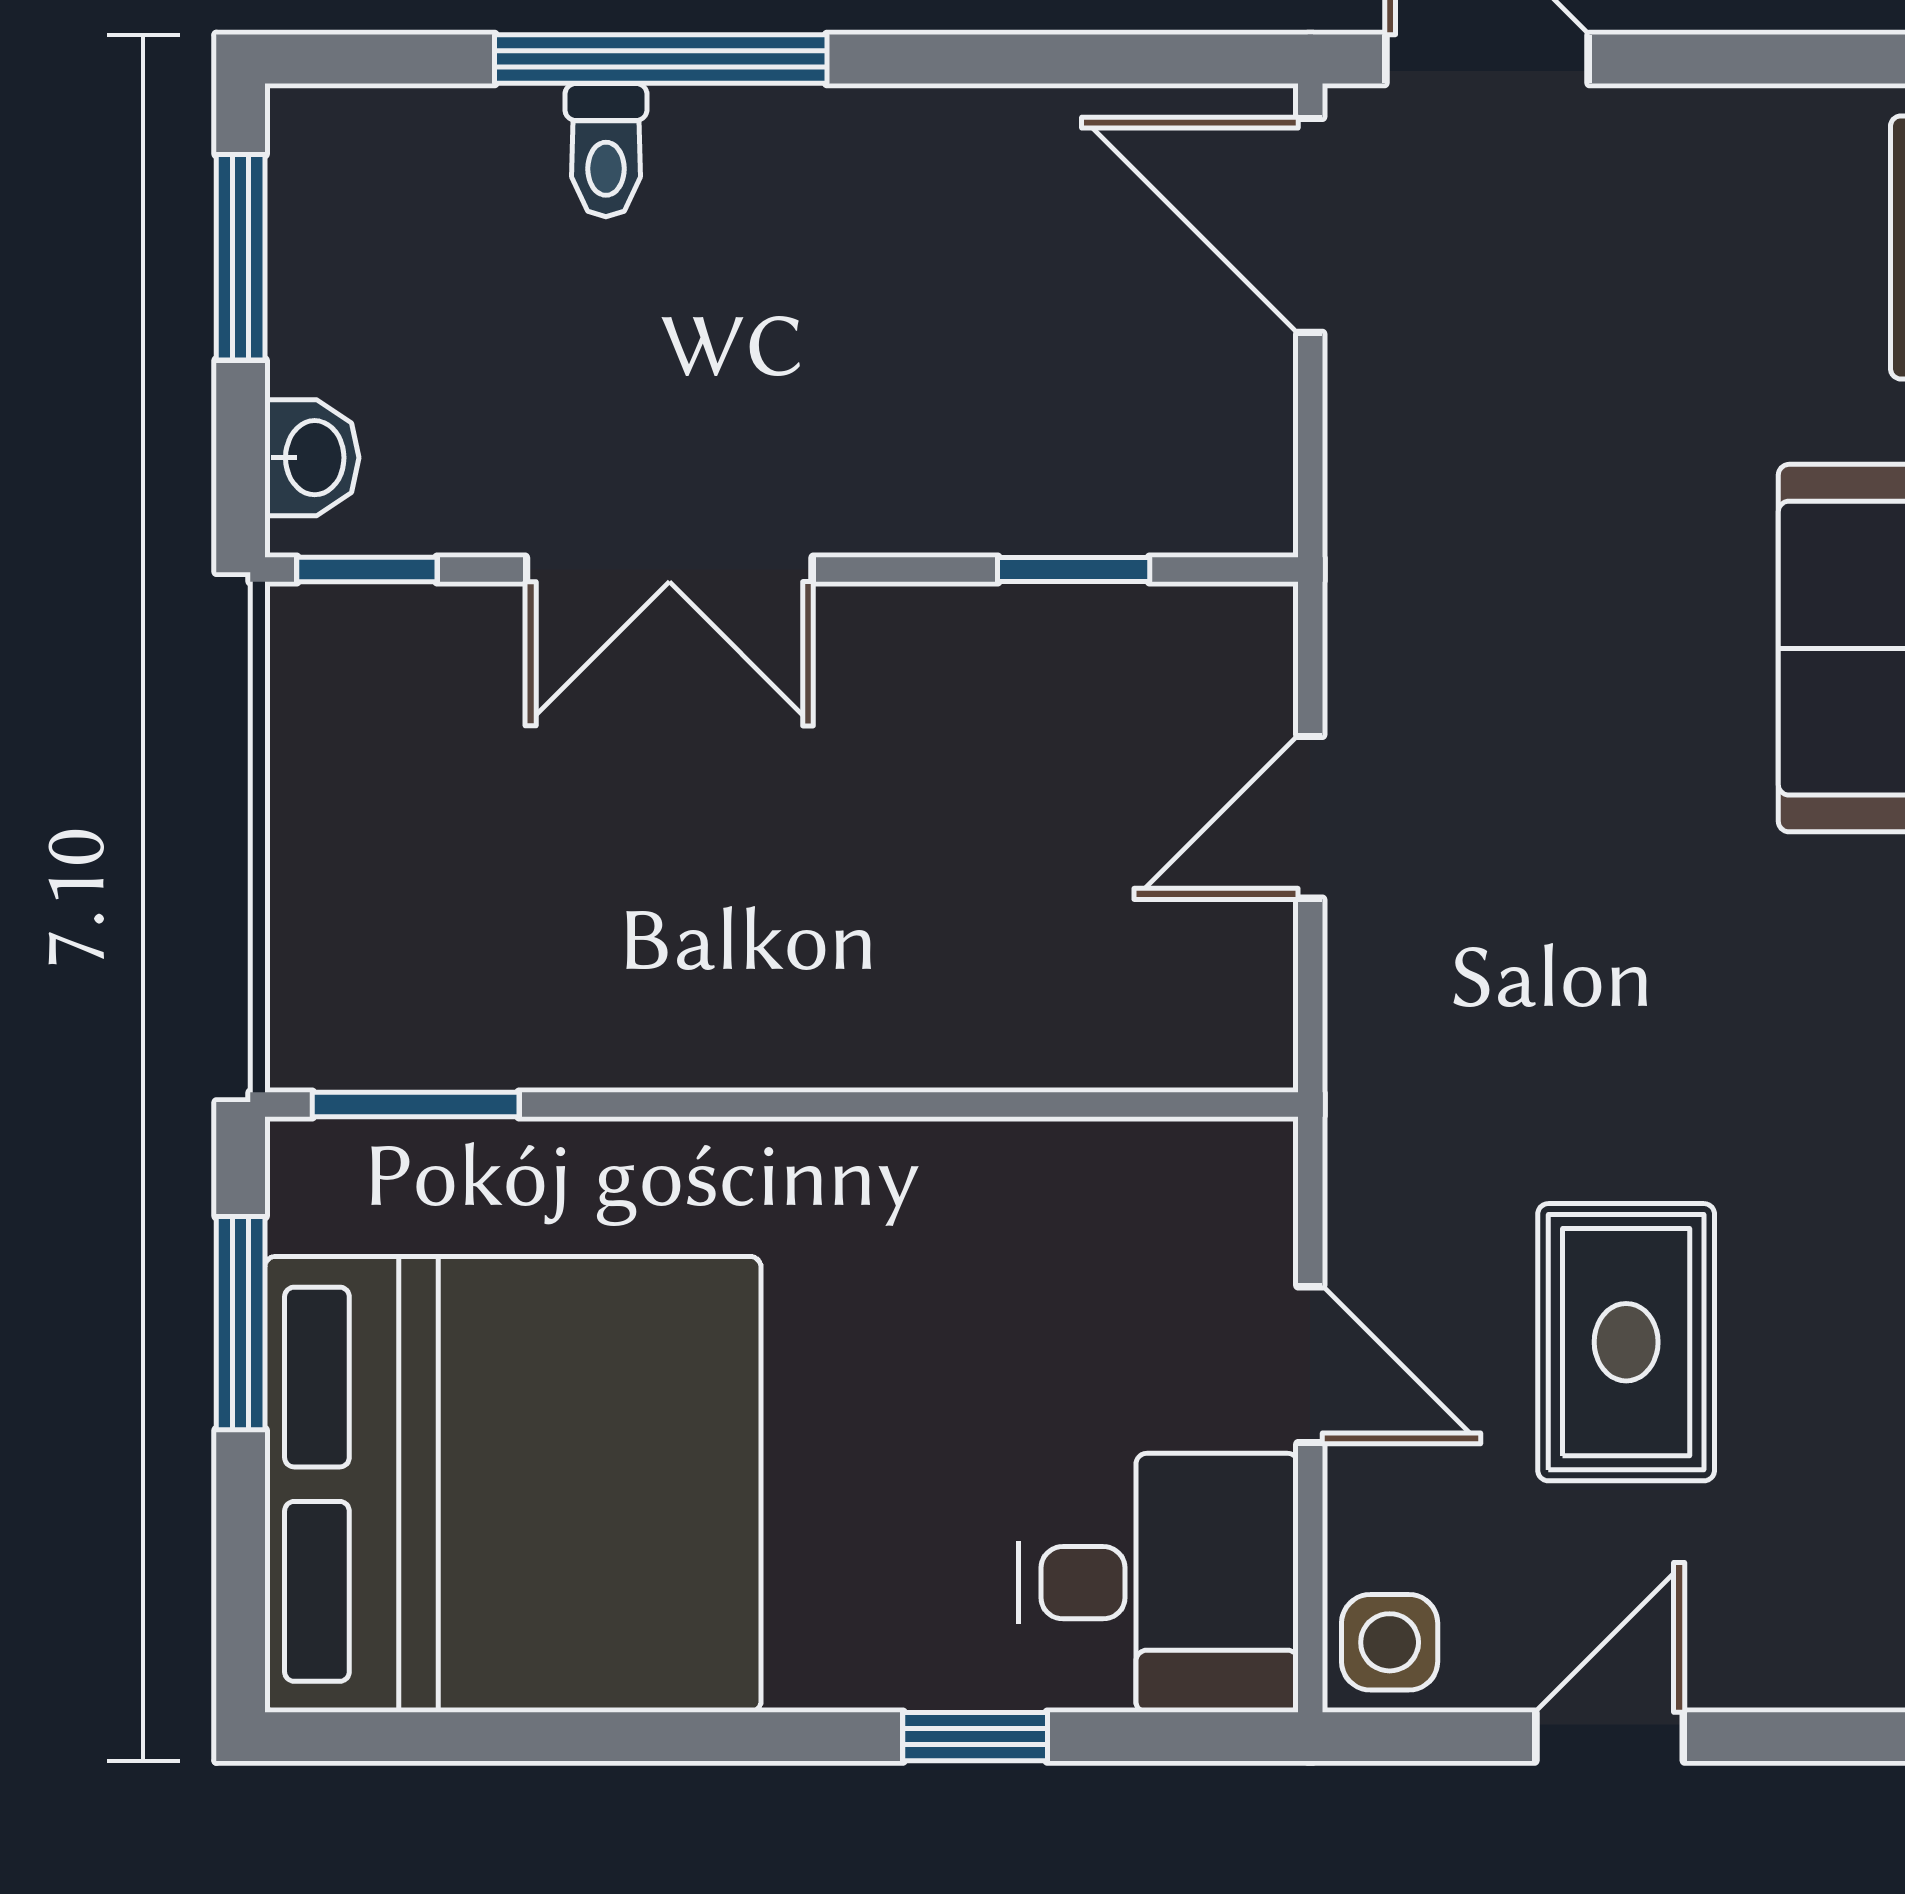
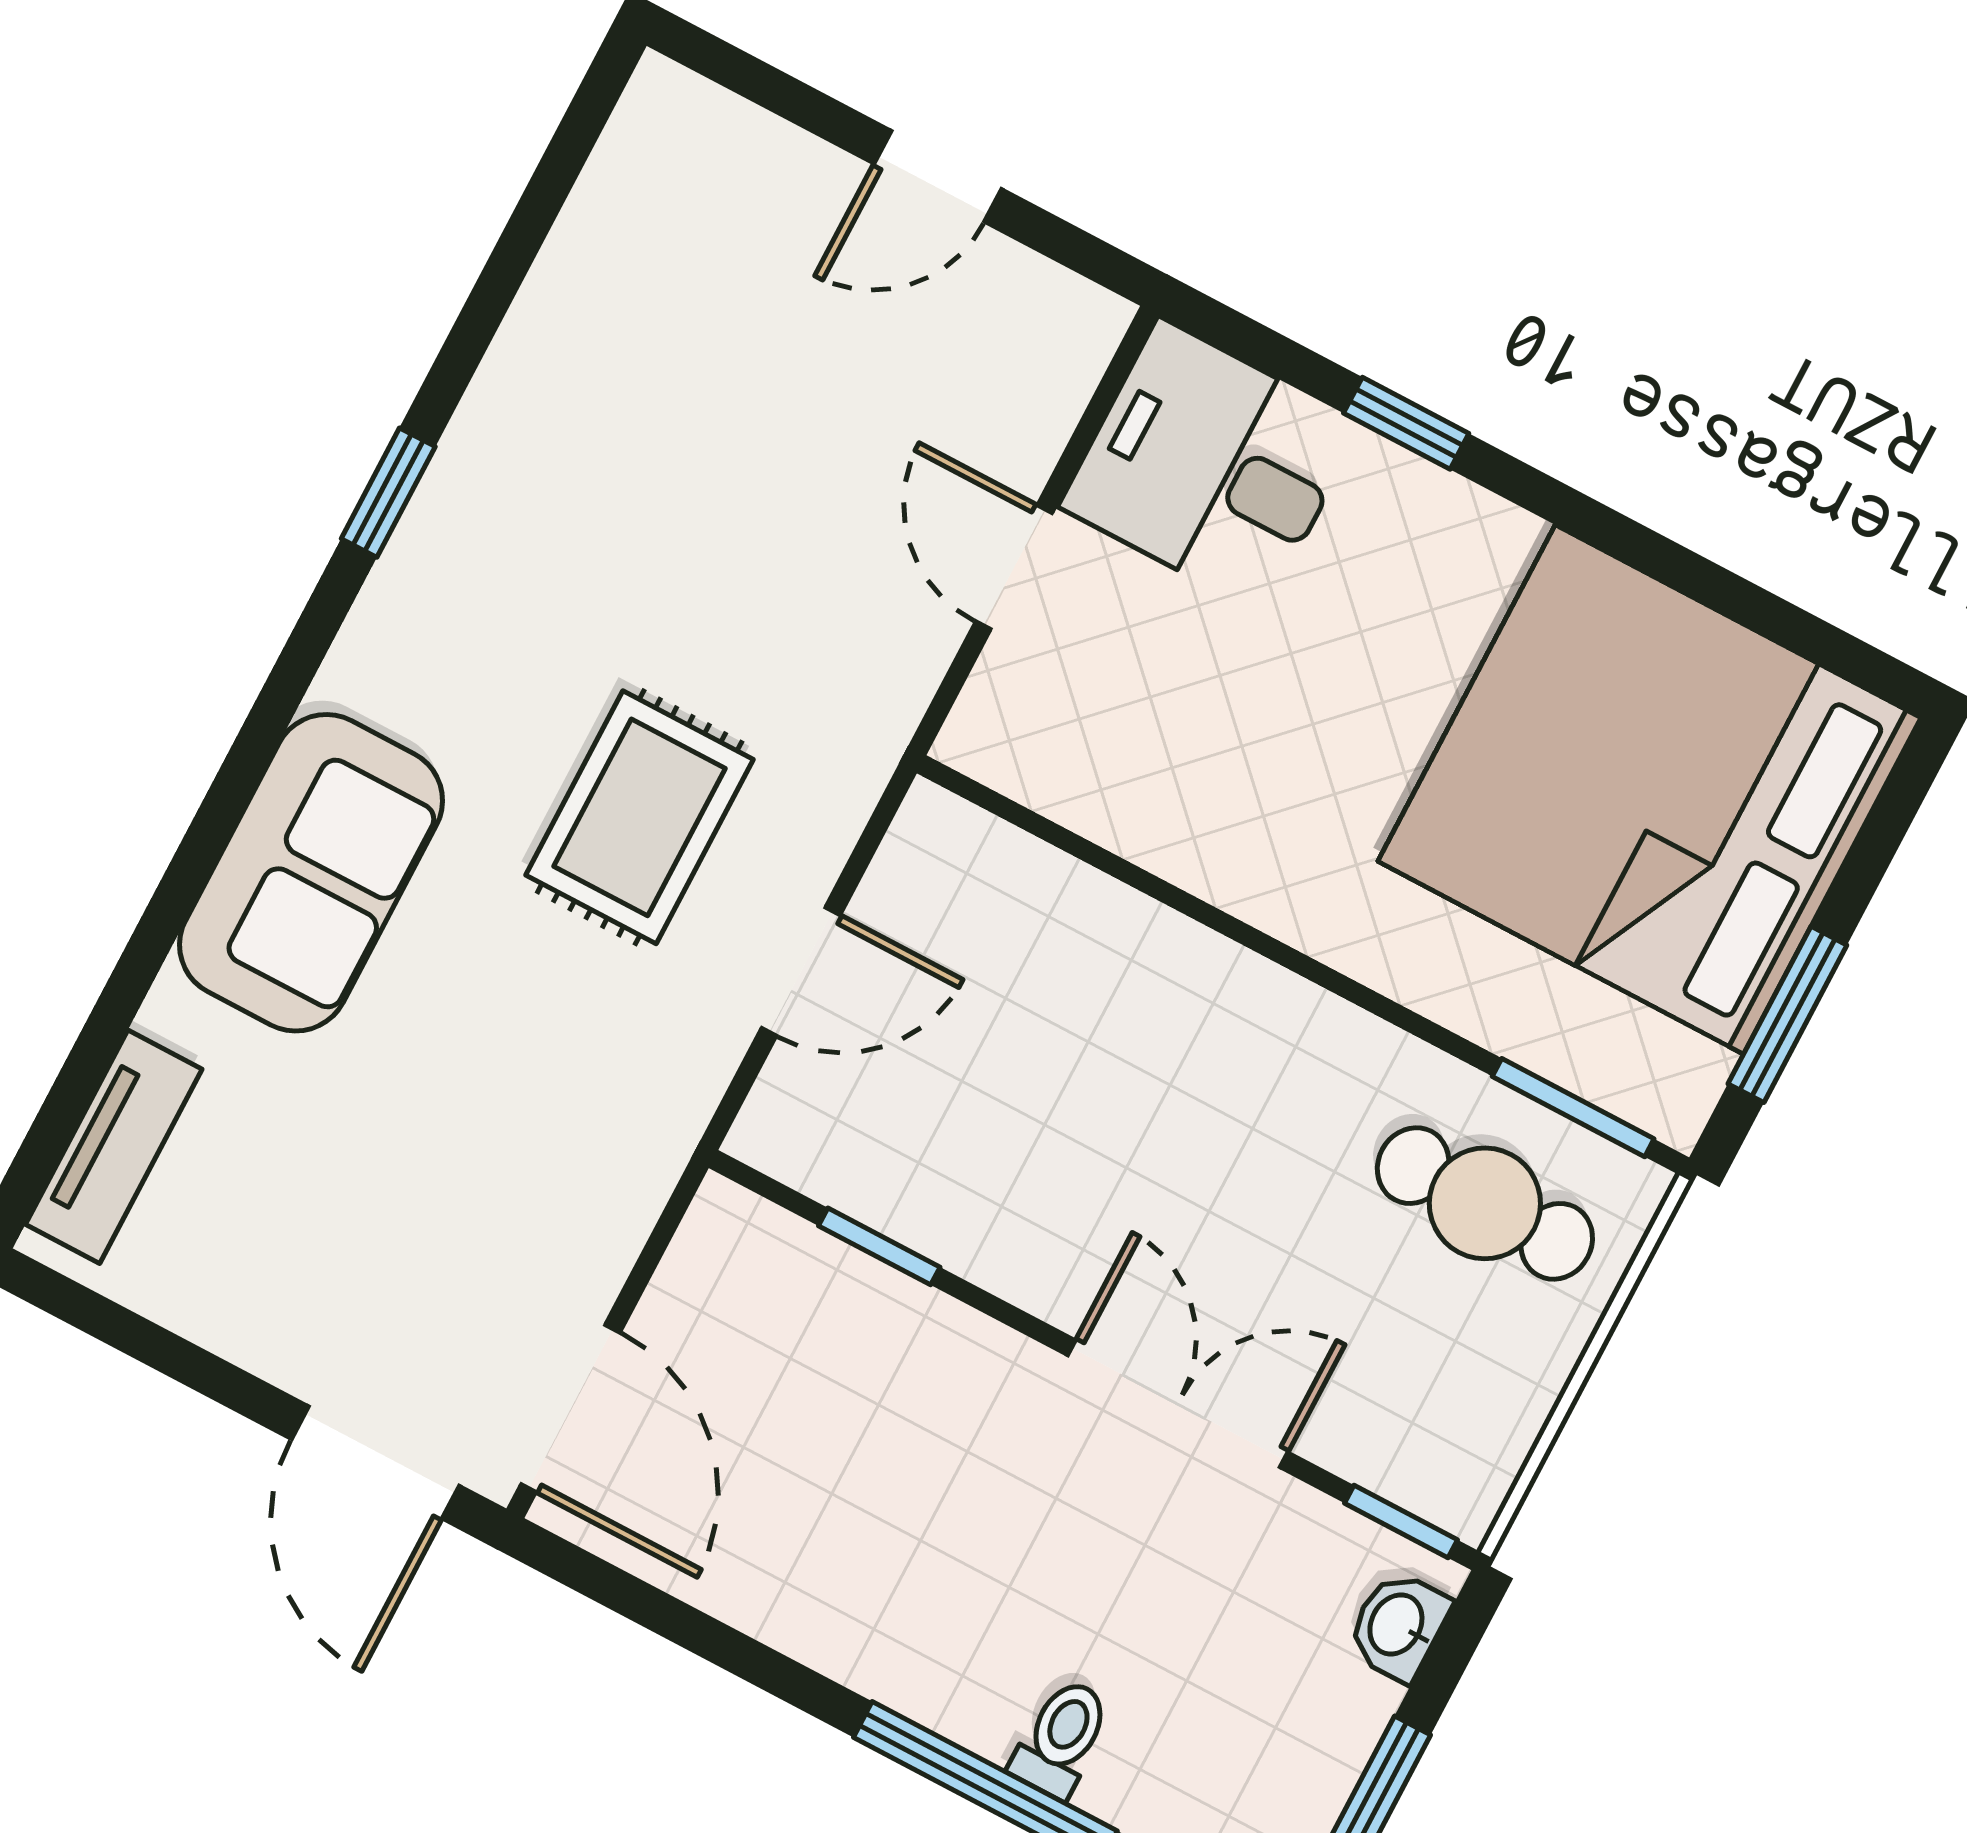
cafe table: (456, 954) -> (1485, 1203), added
rug: (1626, 1342) -> (639, 817), moved
side table: (1390, 1642) -> (1064, 332), removed

